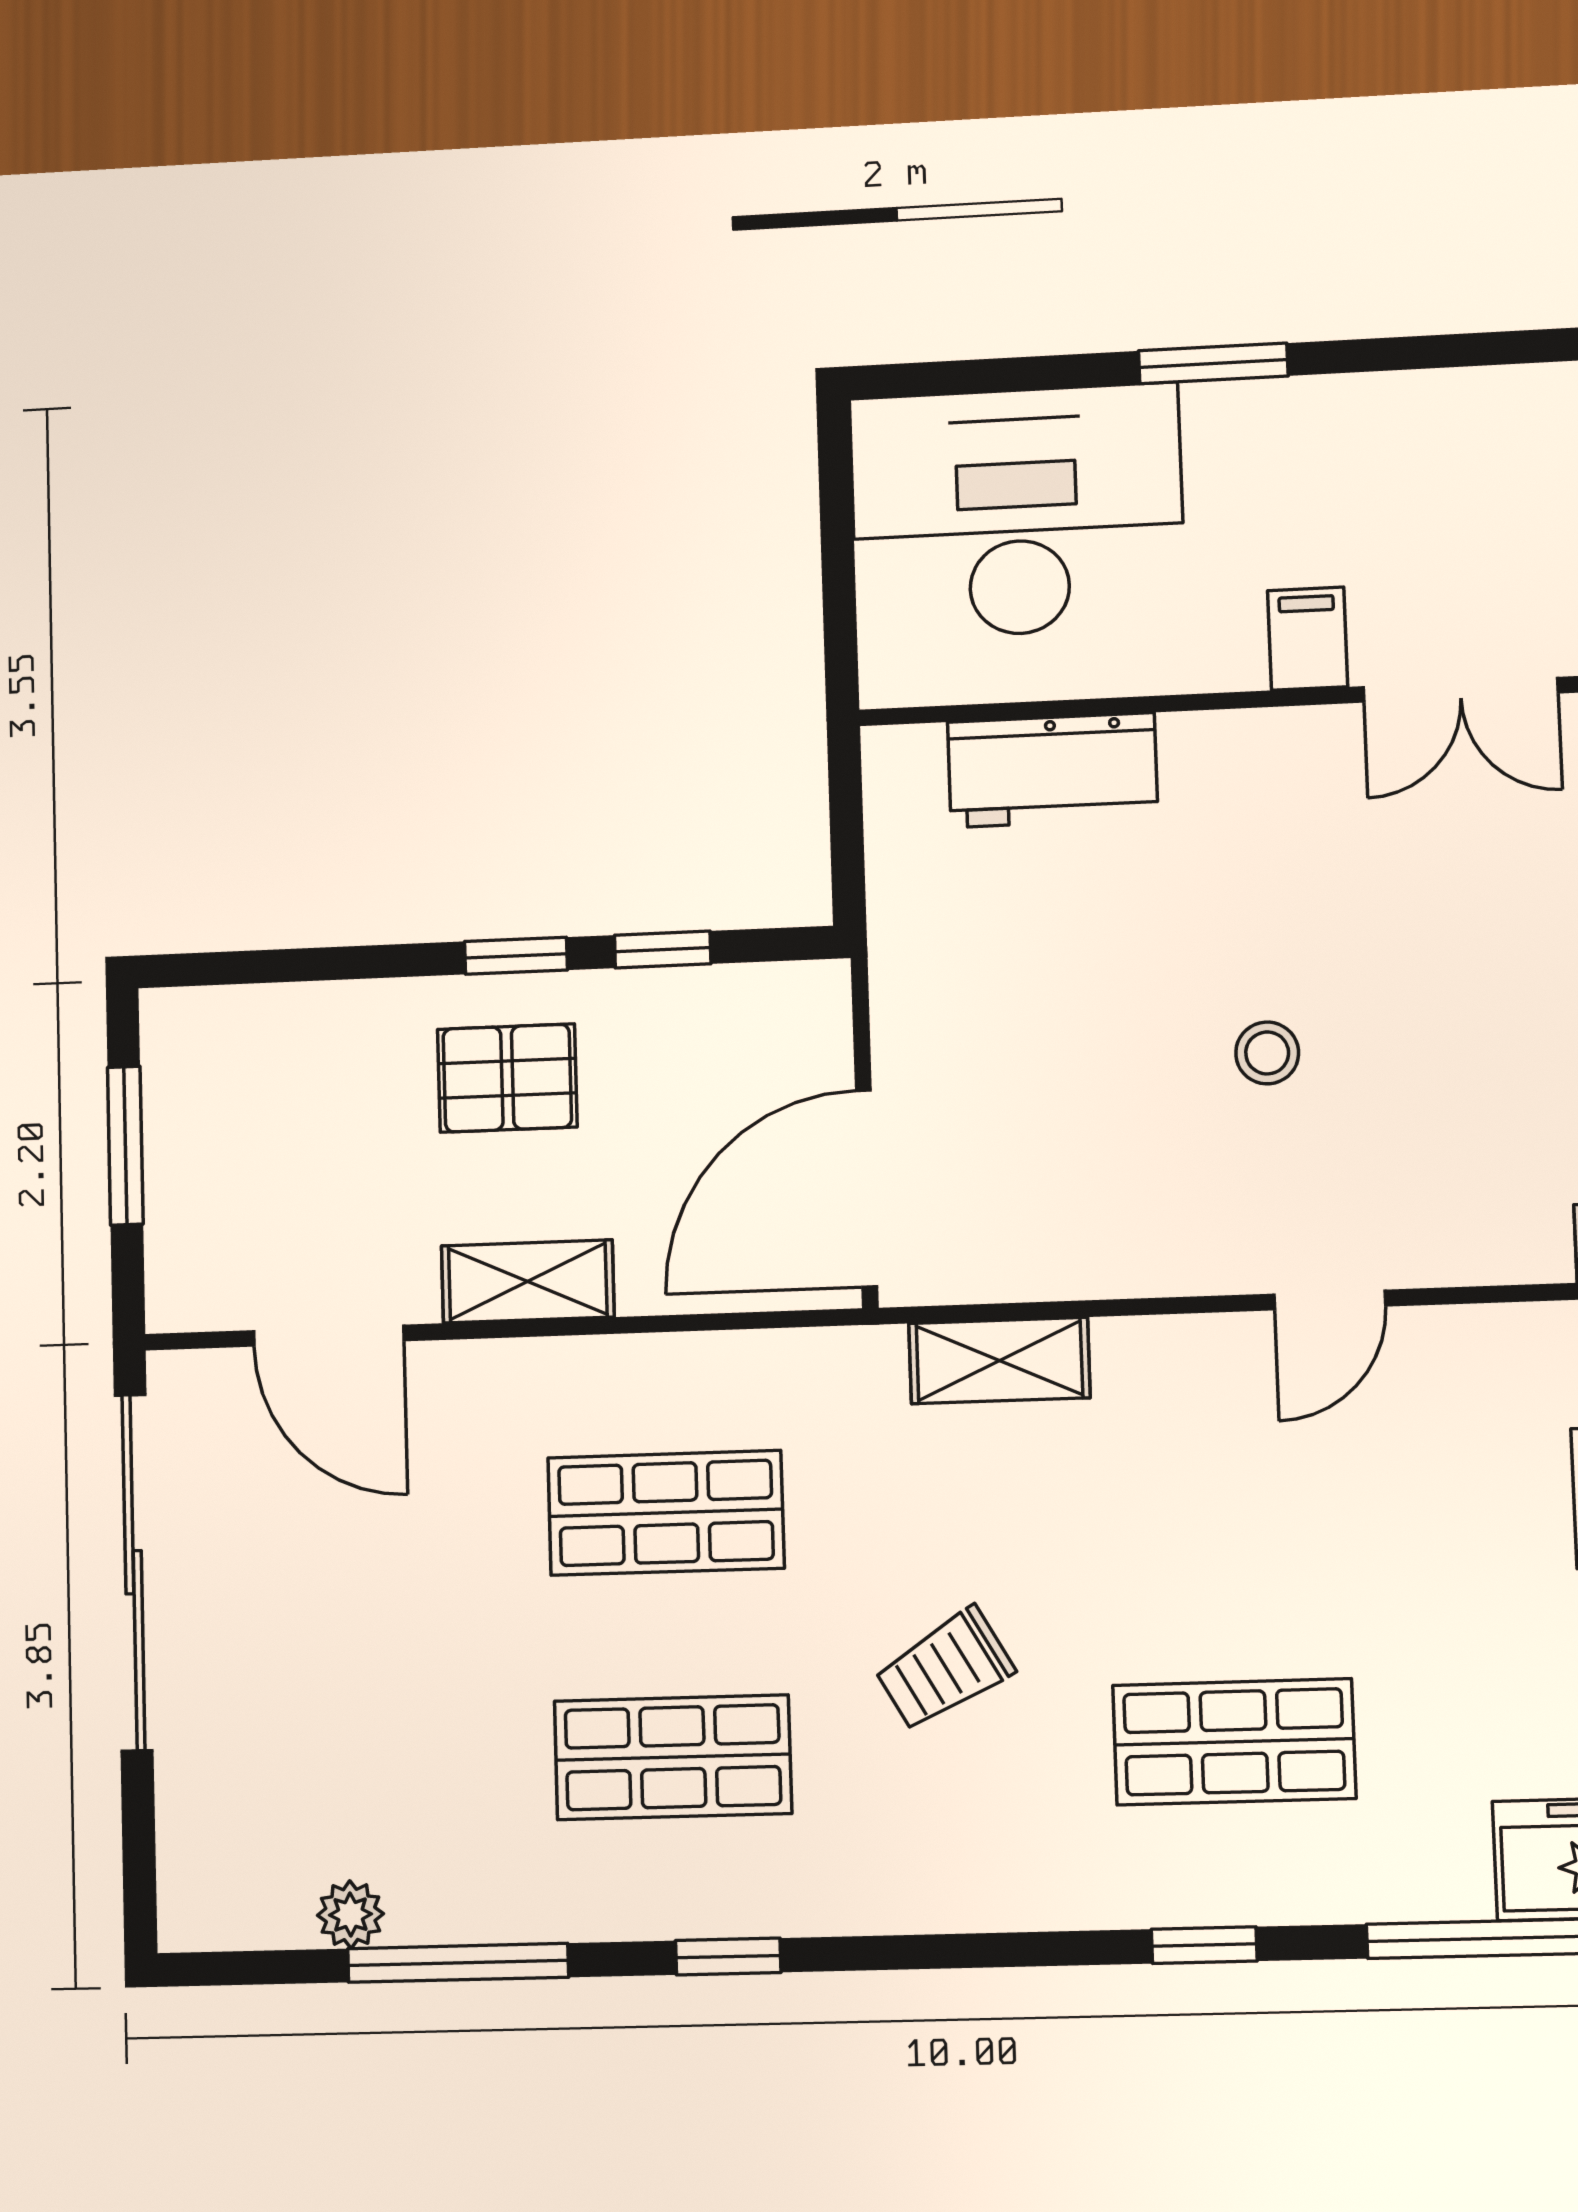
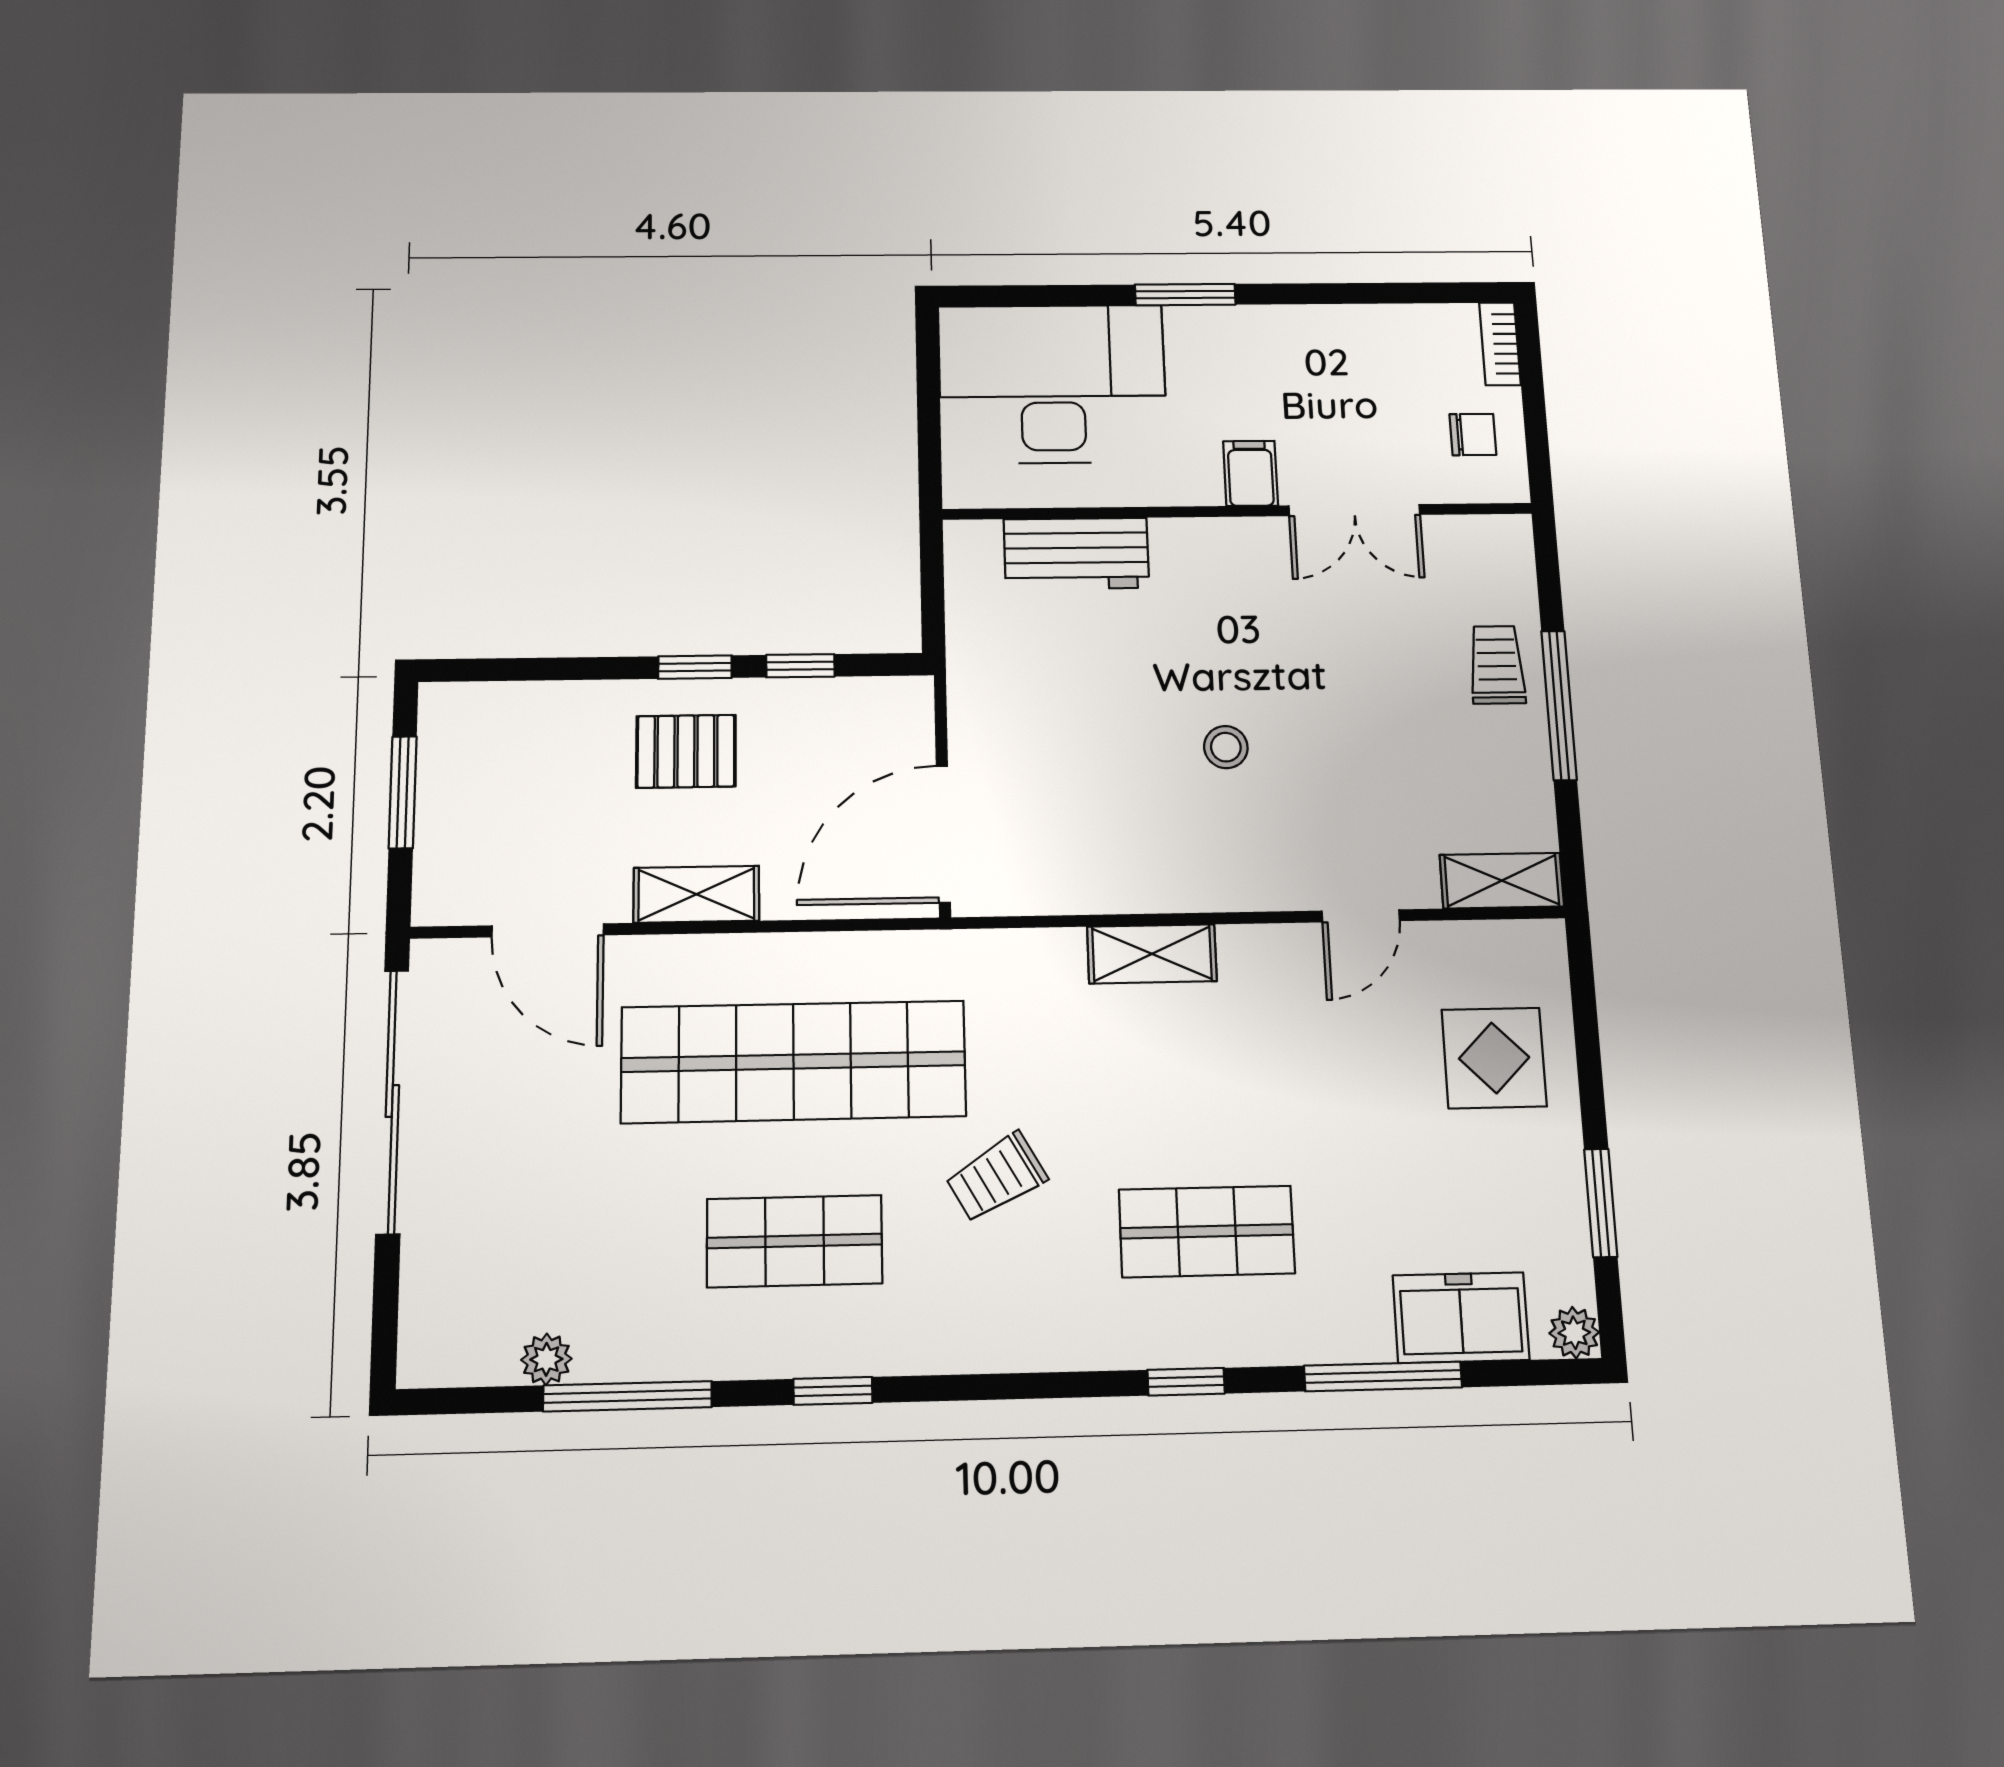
door: (1330, 1300) -> (1361, 916), moved
shelving: (999, 1360) -> (1152, 954), moved
shop shelf: (666, 1513) -> (793, 1062), width x2.00, depth x1.36

